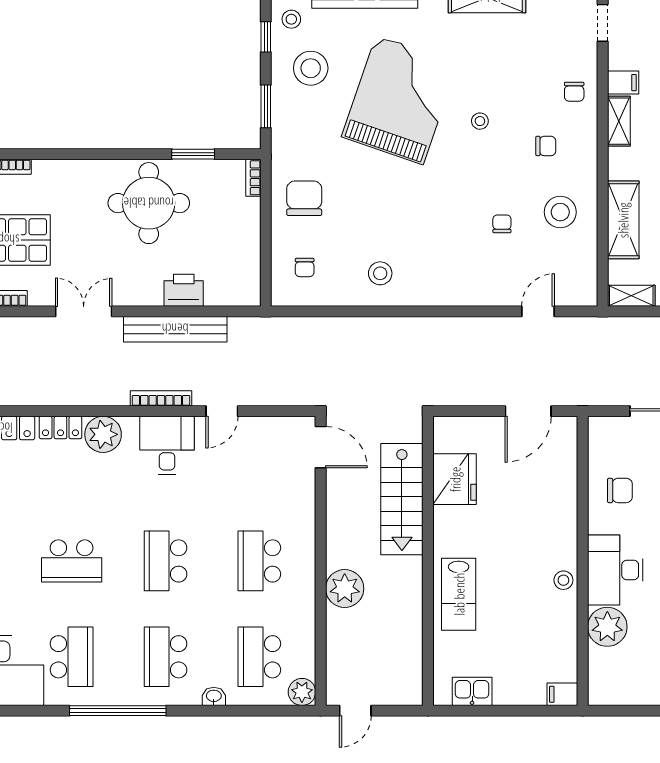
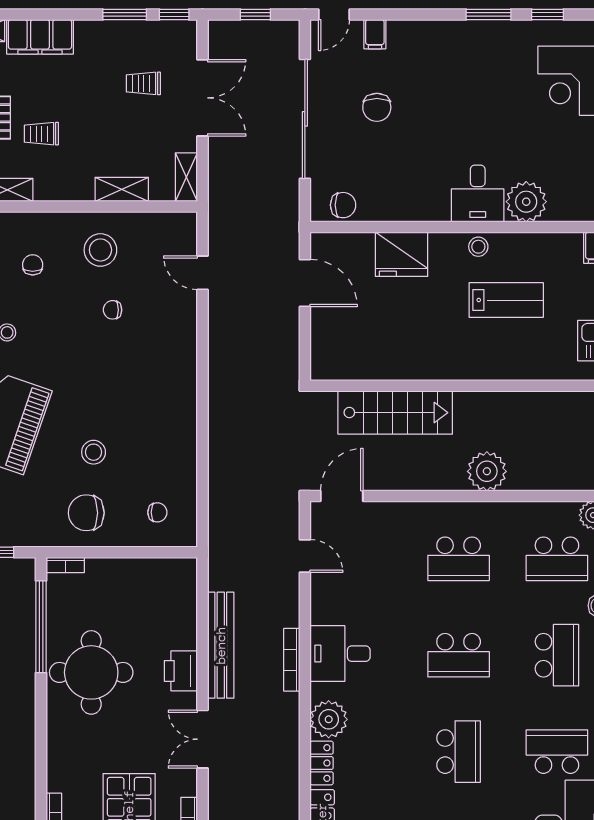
window: (193, 154) -> (41, 627), width x2.11
shelving: (623, 220) -> (122, 189), width x0.67, depth x0.75
stool: (380, 273) -> (94, 452), moved
printer: (184, 290) -> (181, 671), moved
door: (222, 411) -> (305, 556), moved
fridge: (455, 479) -> (401, 254), moved, turned 180
chair: (620, 490) -> (343, 205), moved, turned 90
desk: (615, 570) -> (478, 193), width x0.73
lab bench: (459, 594) -> (506, 300), moved
school desk: (165, 657) -> (557, 655), turned -90

